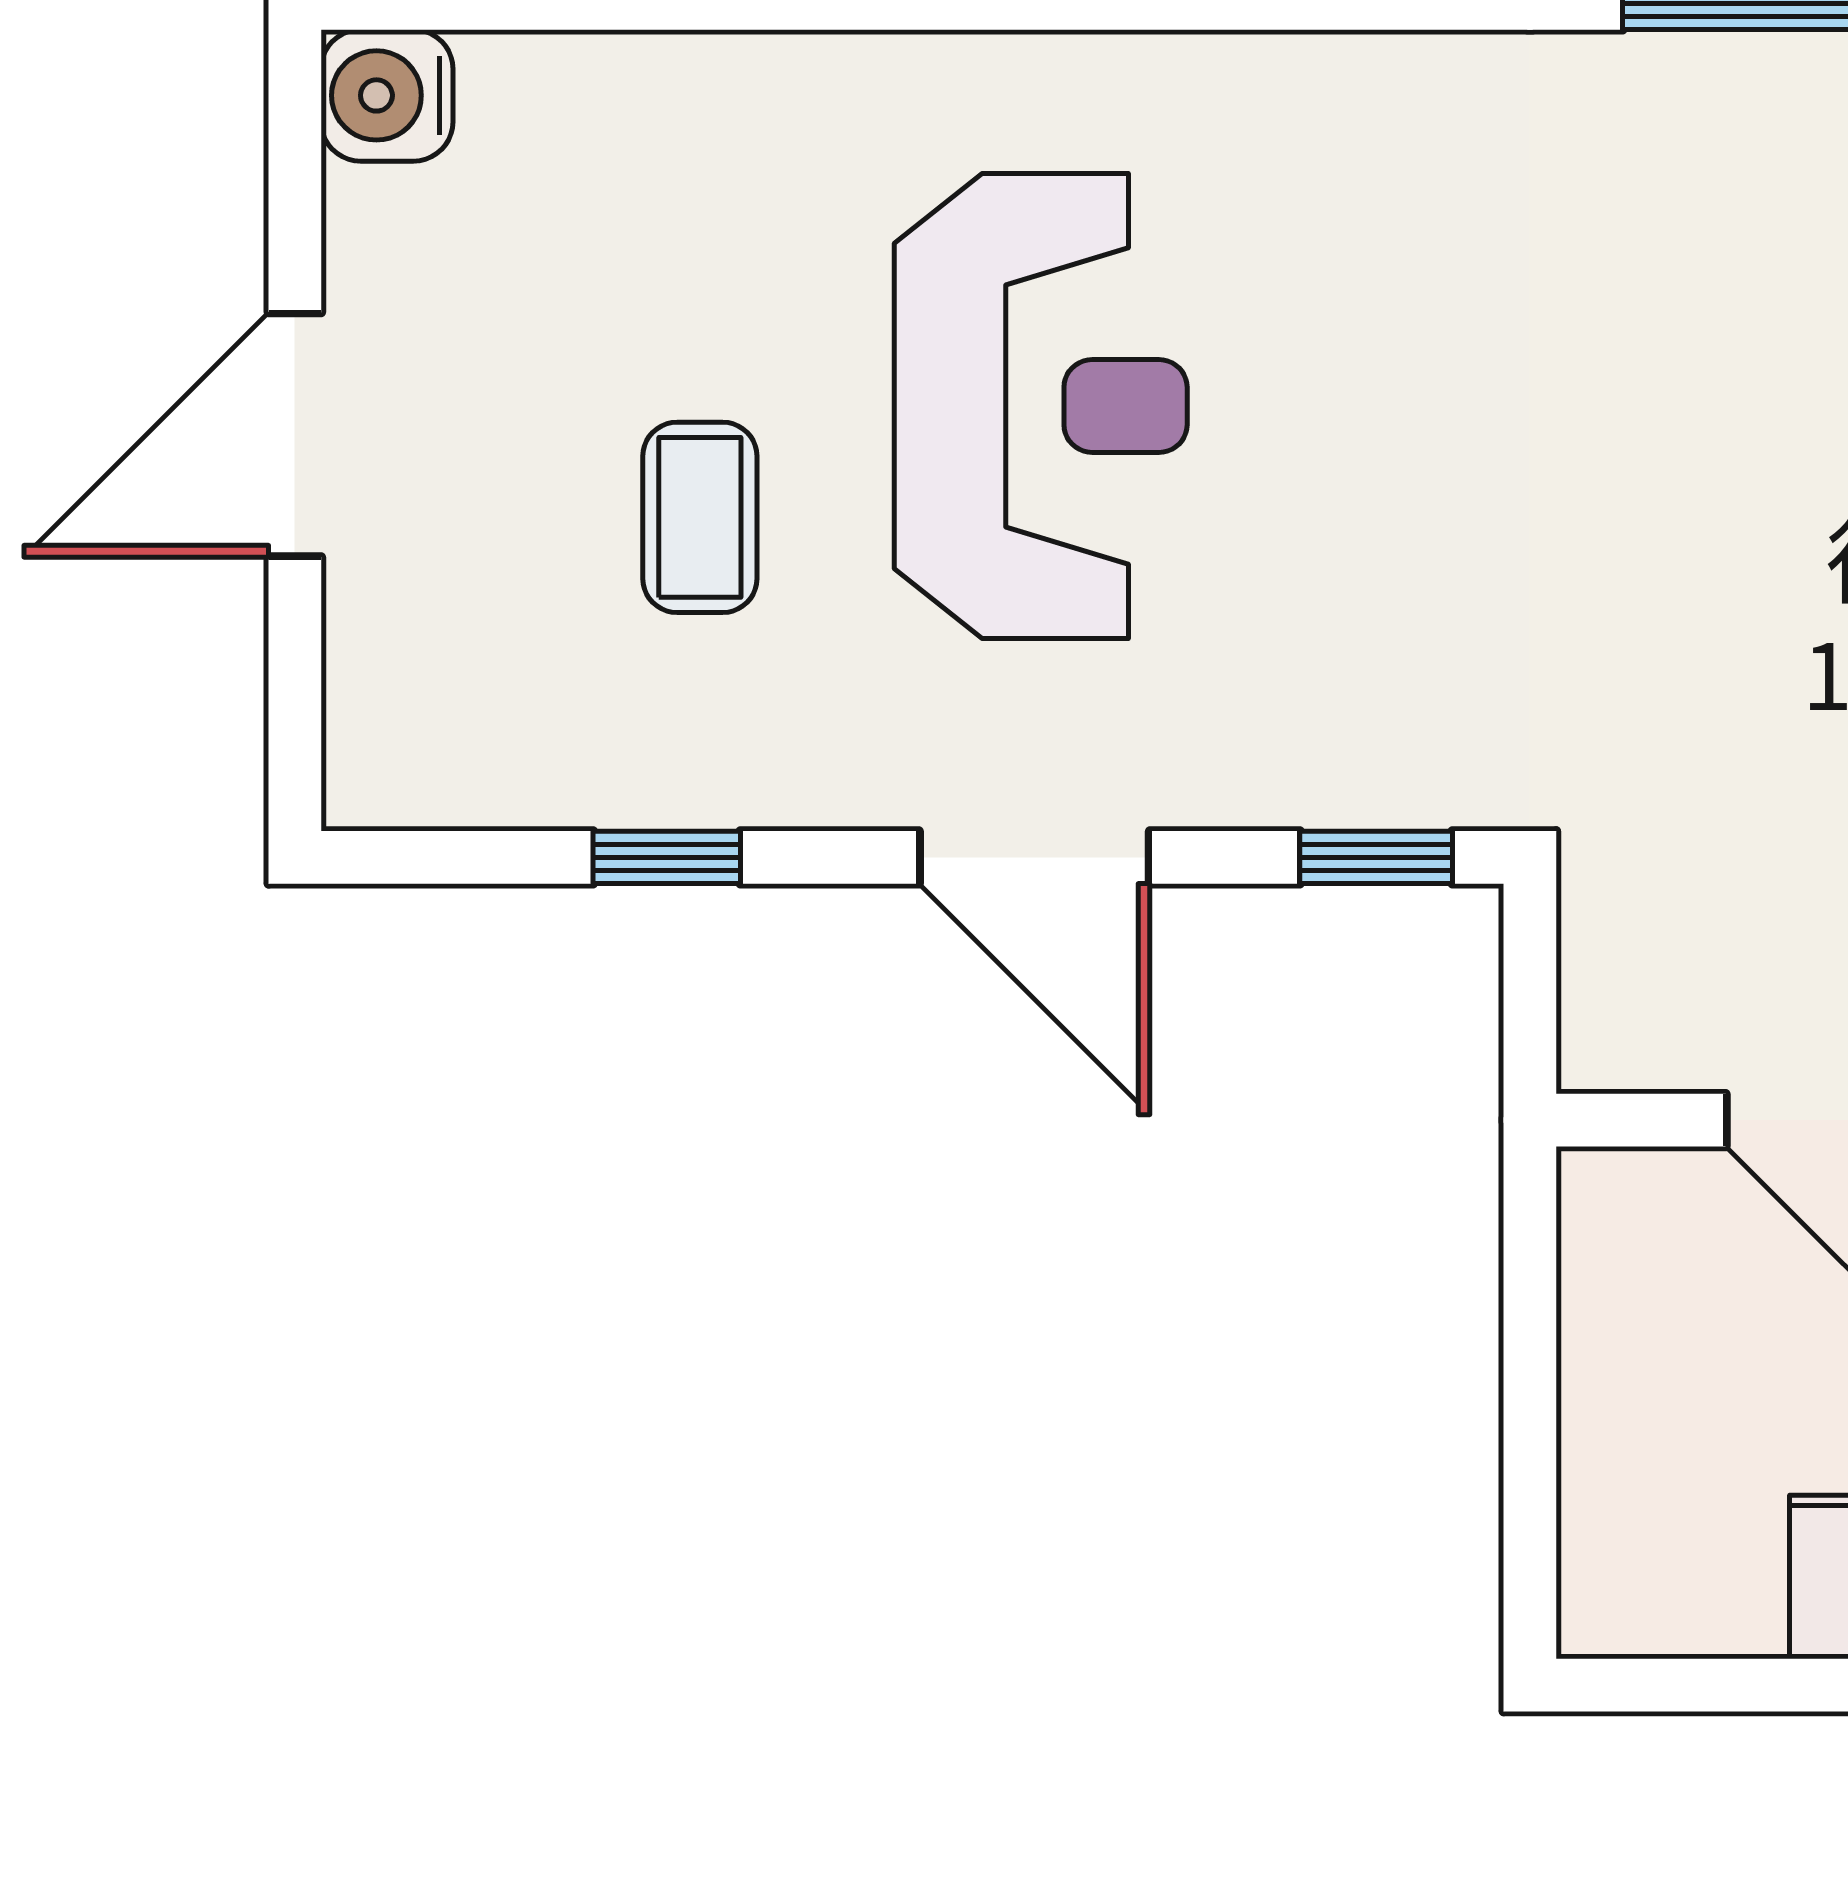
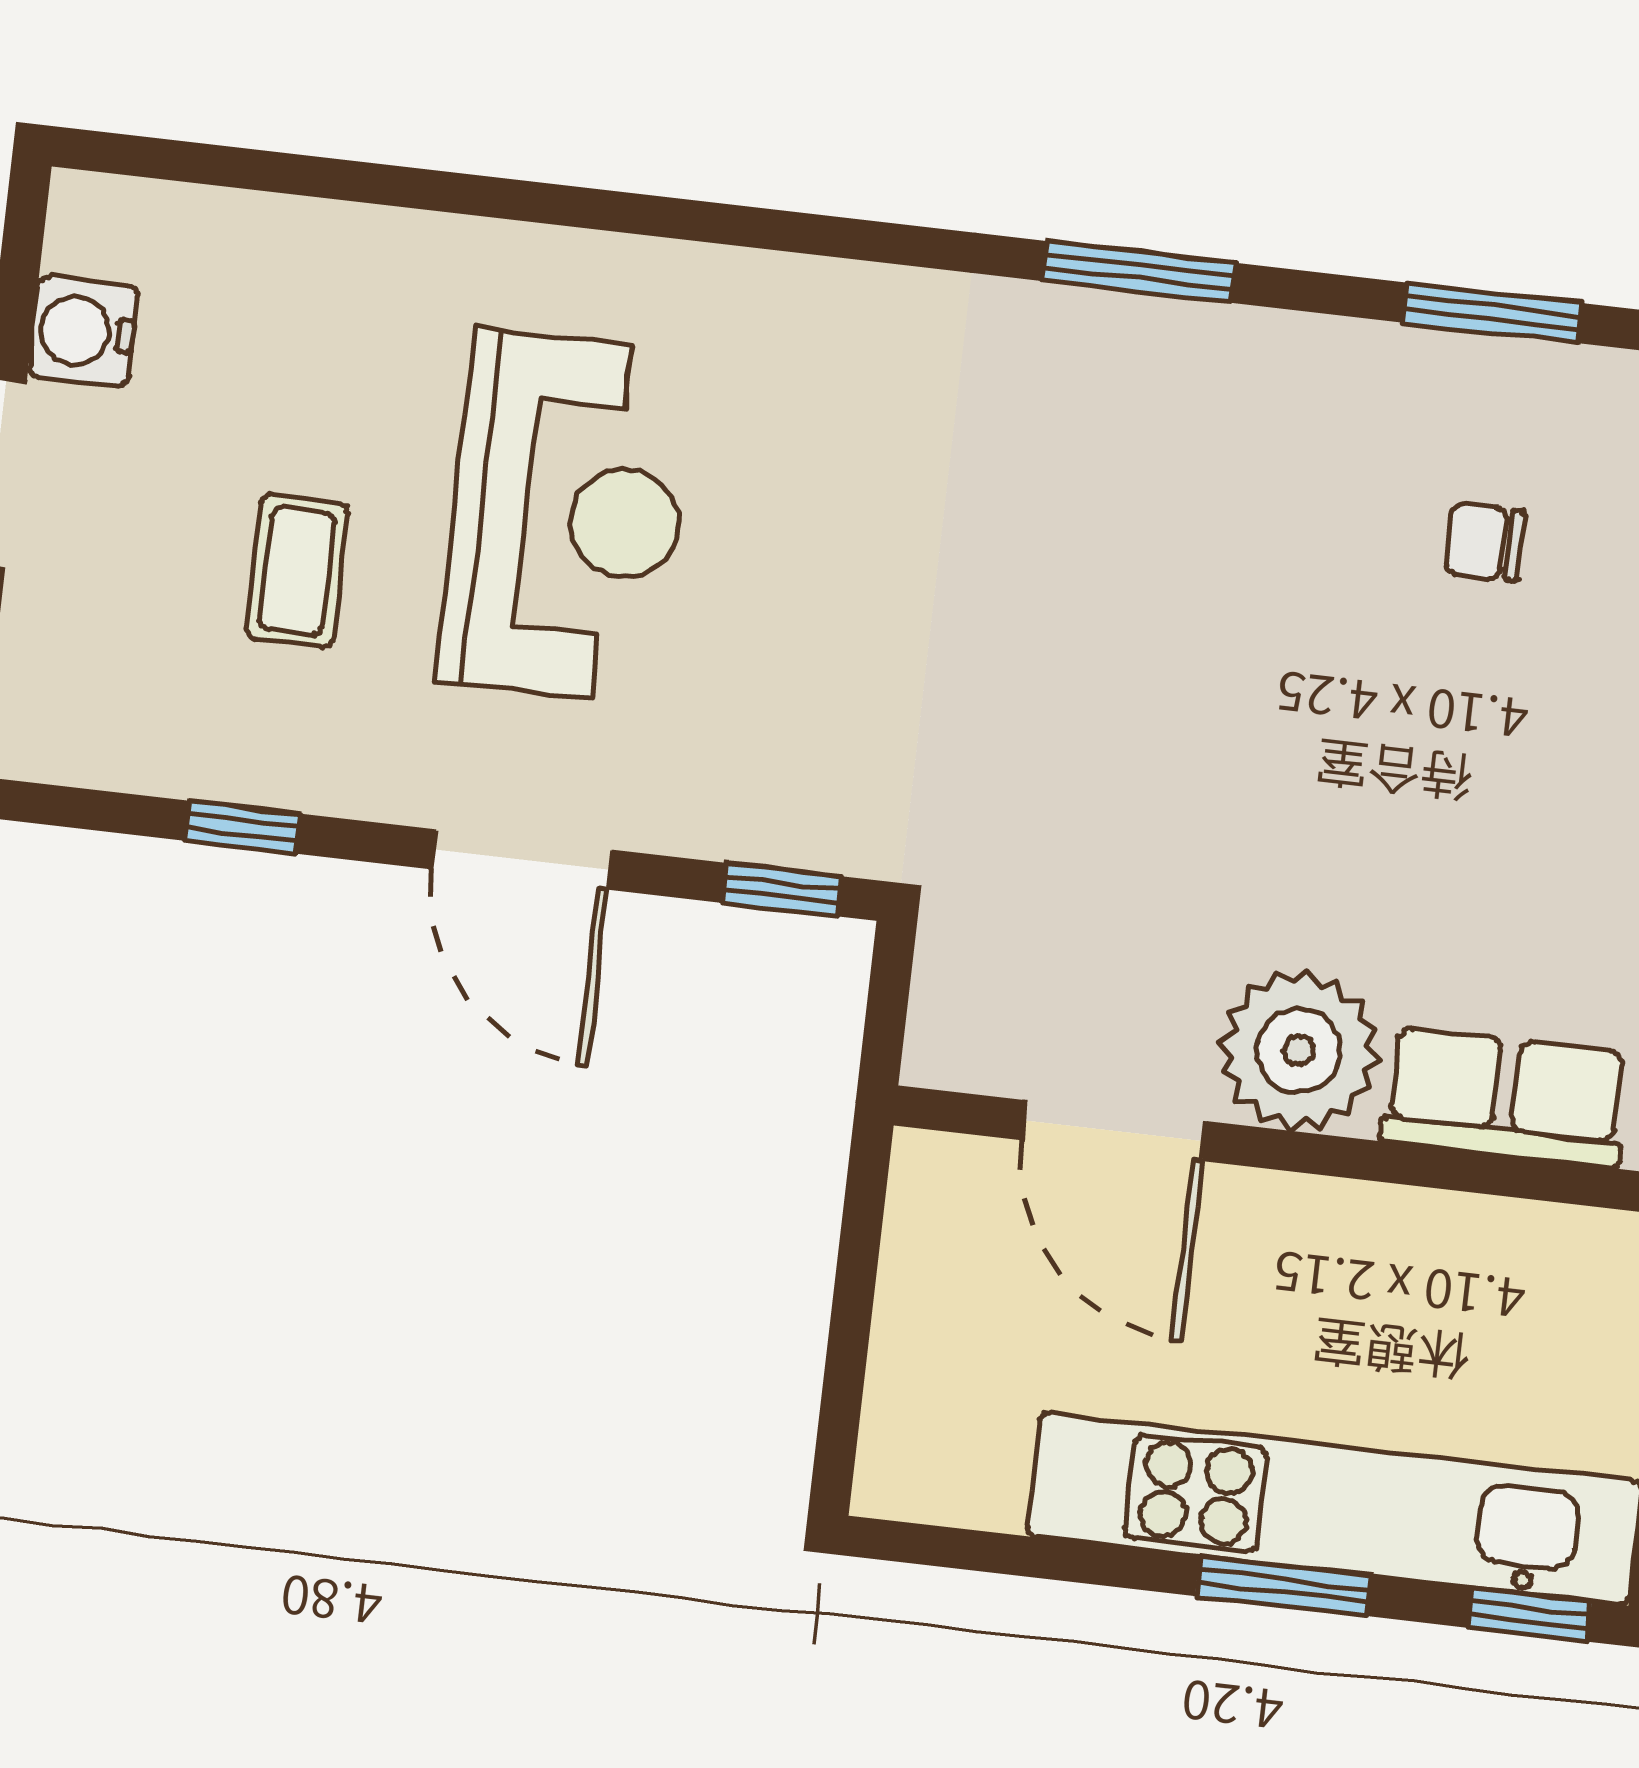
water cooler: (387, 95) -> (83, 331), moved

